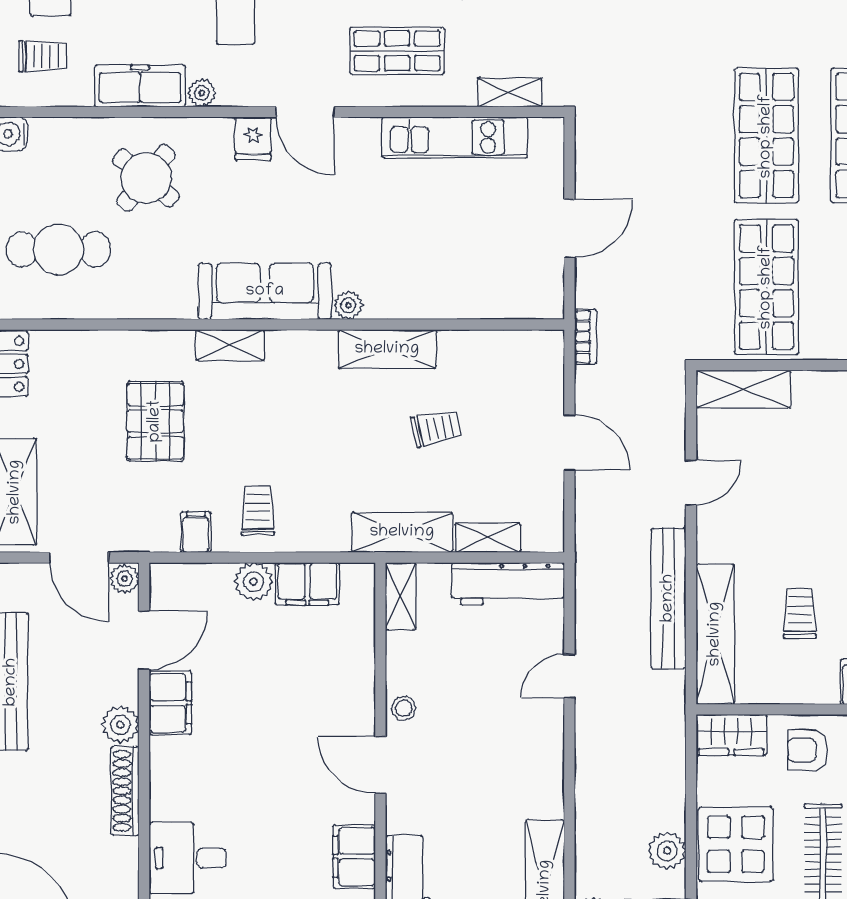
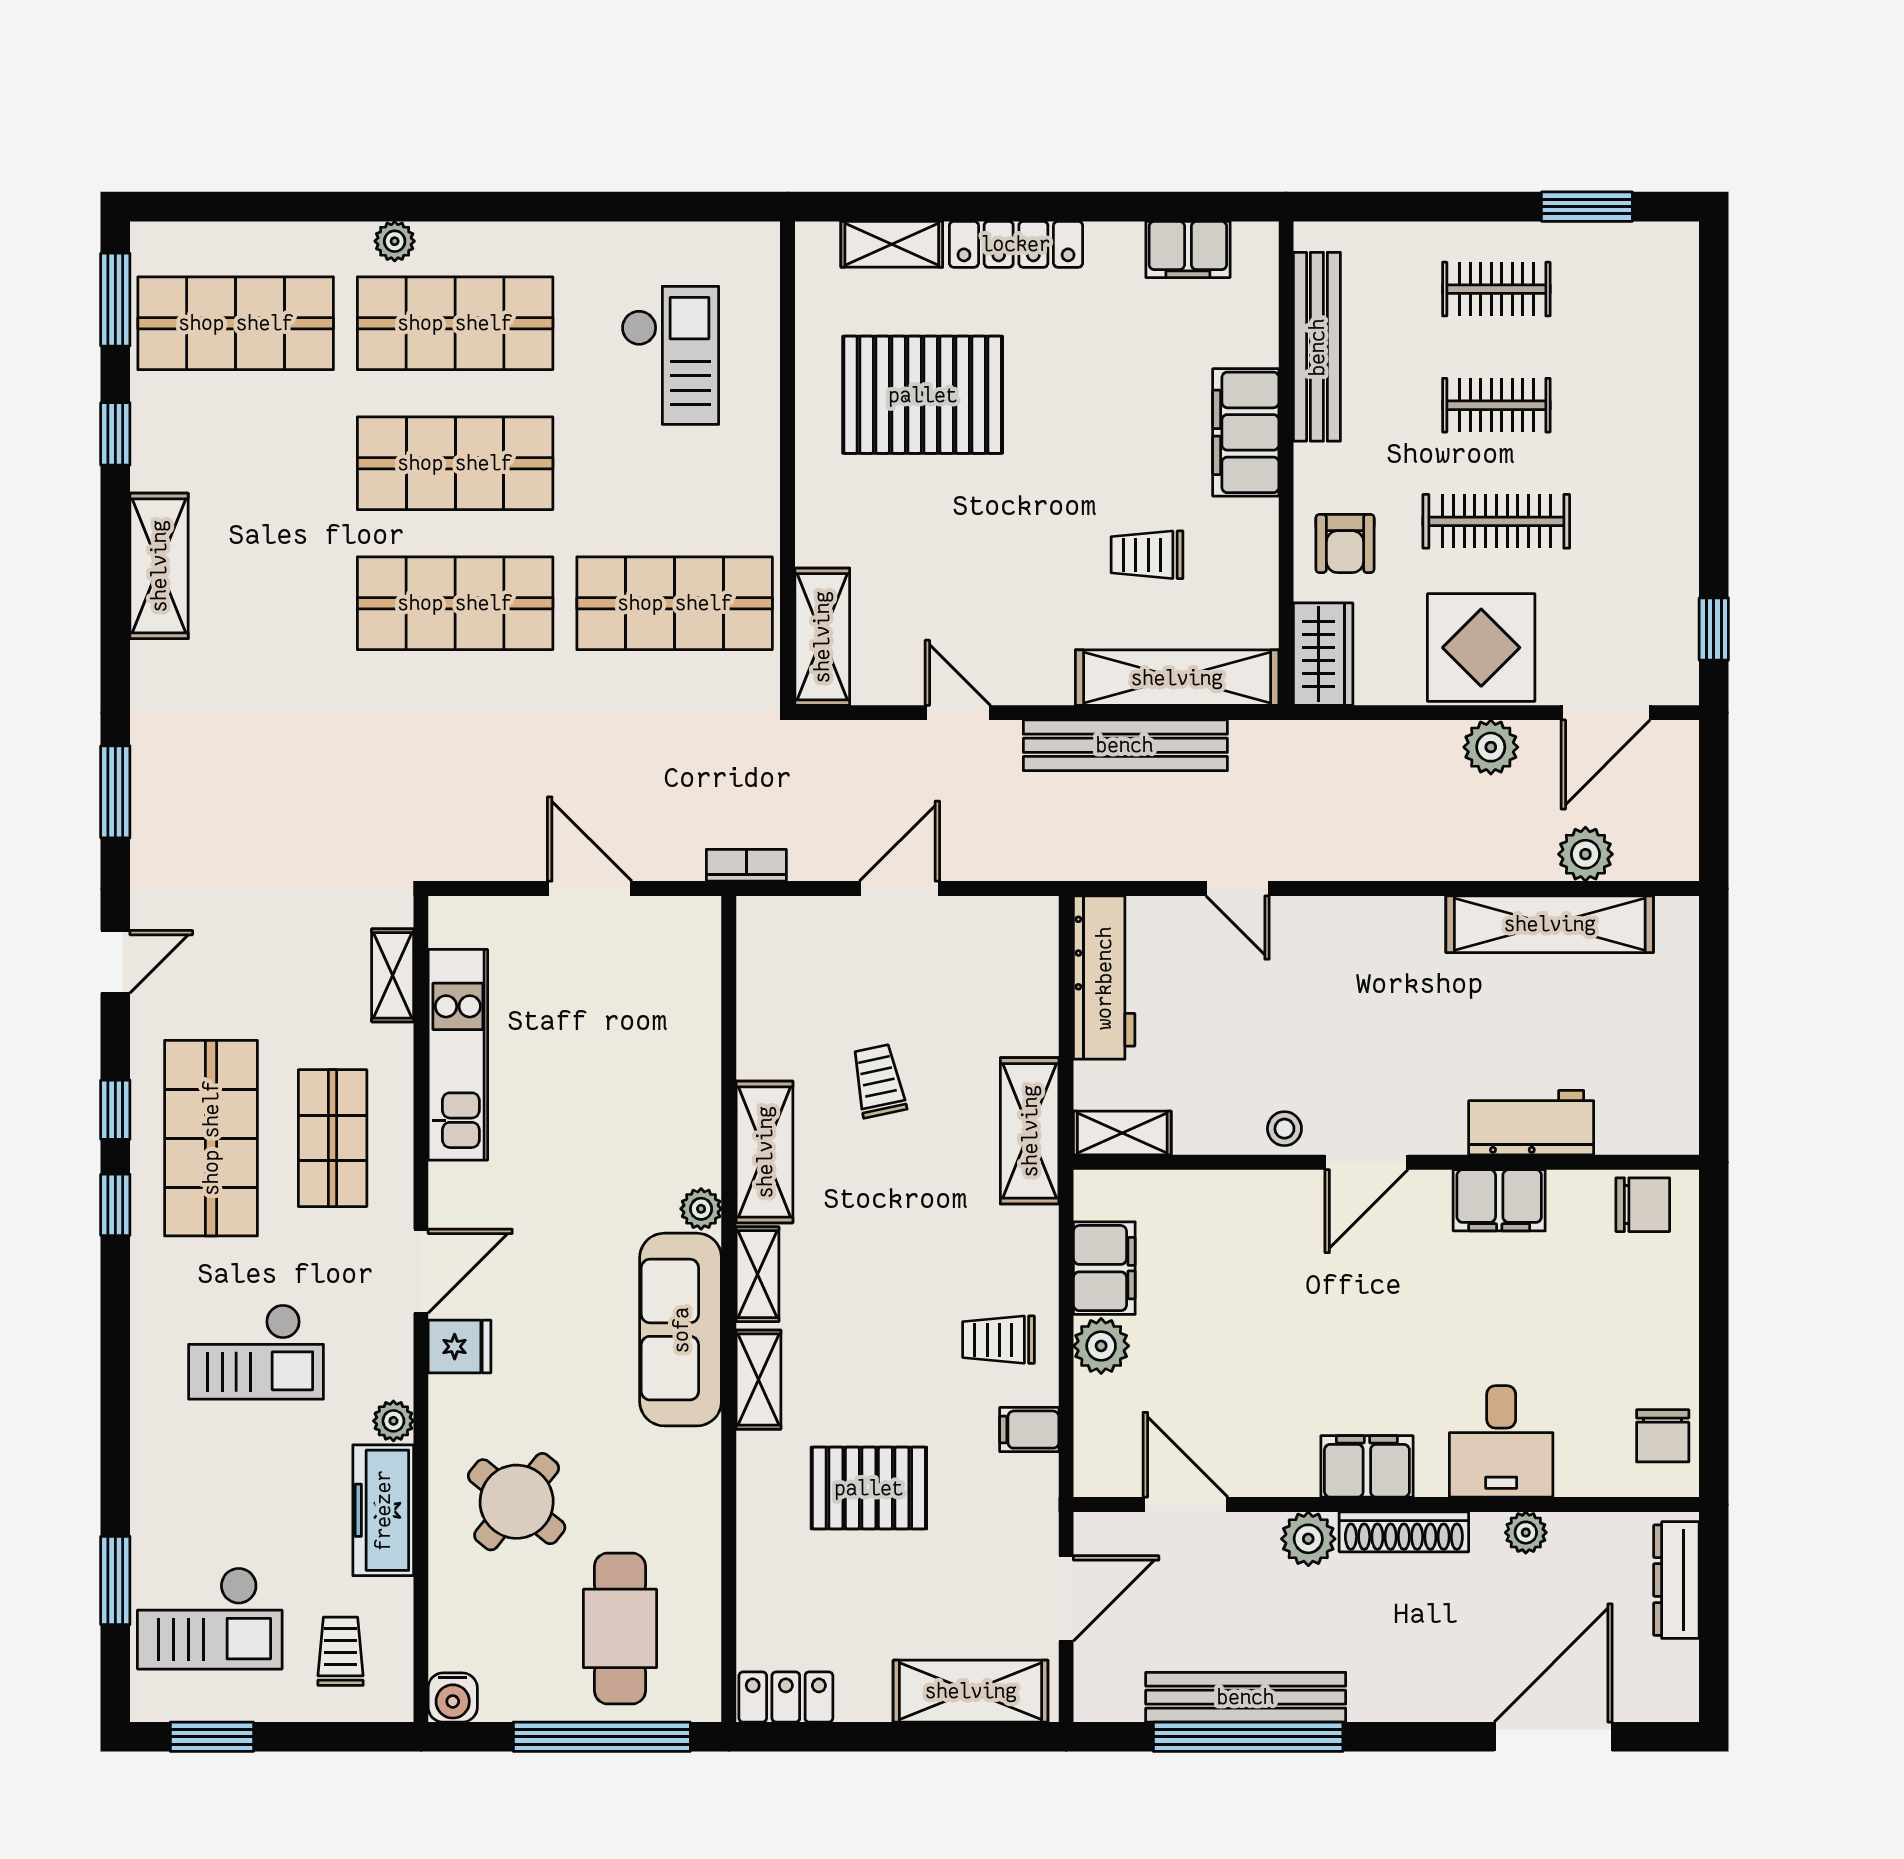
shelving: (488, 538) -> (757, 1274), moved
plant: (125, 579) -> (1526, 1533), moved
filing cabinet: (170, 703) -> (1367, 1466), moved

